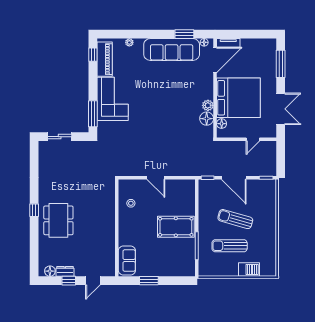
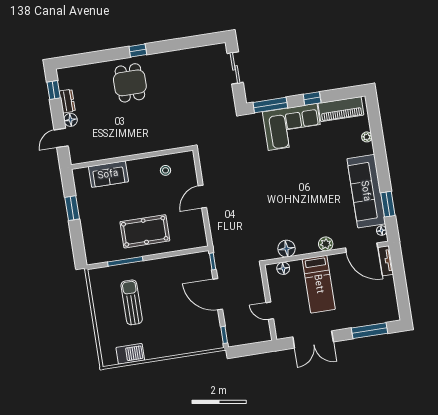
window: (93, 55) -> (312, 99), moved
bed: (238, 98) -> (319, 284), width x0.49
plant: (208, 105) -> (326, 244), moved
door: (234, 178) -> (218, 294), hinge flipped
sun lounger: (235, 219) -> (166, 304), removed
dining table: (58, 220) -> (130, 83), width x0.73
pool table: (176, 227) -> (145, 231), turned 90
sofa: (127, 261) -> (108, 174), moved
barbecue: (249, 270) -> (130, 354), moved, turned -90
floor lamp: (50, 271) -> (70, 120), moved
window: (69, 281) -> (54, 90), moved
door: (93, 281) -> (61, 138), hinge flipped

